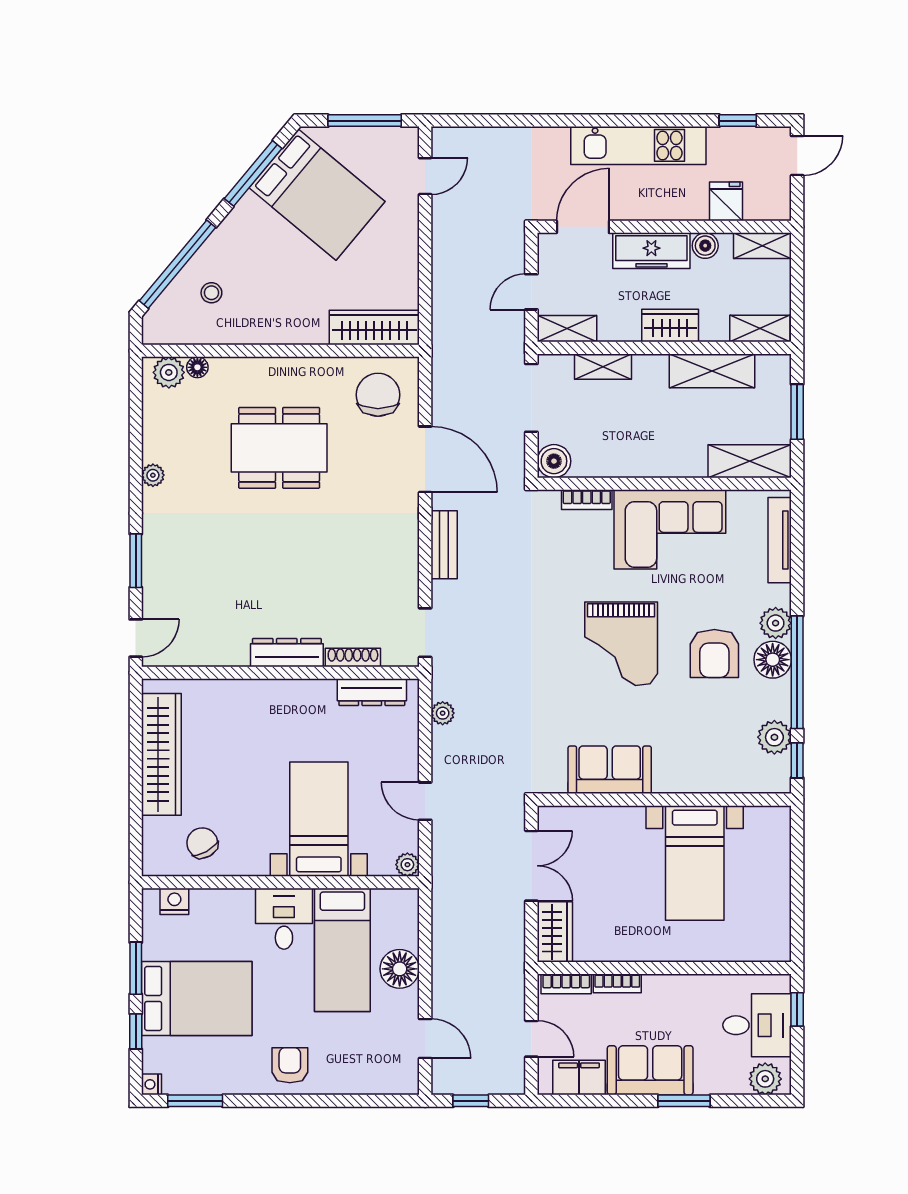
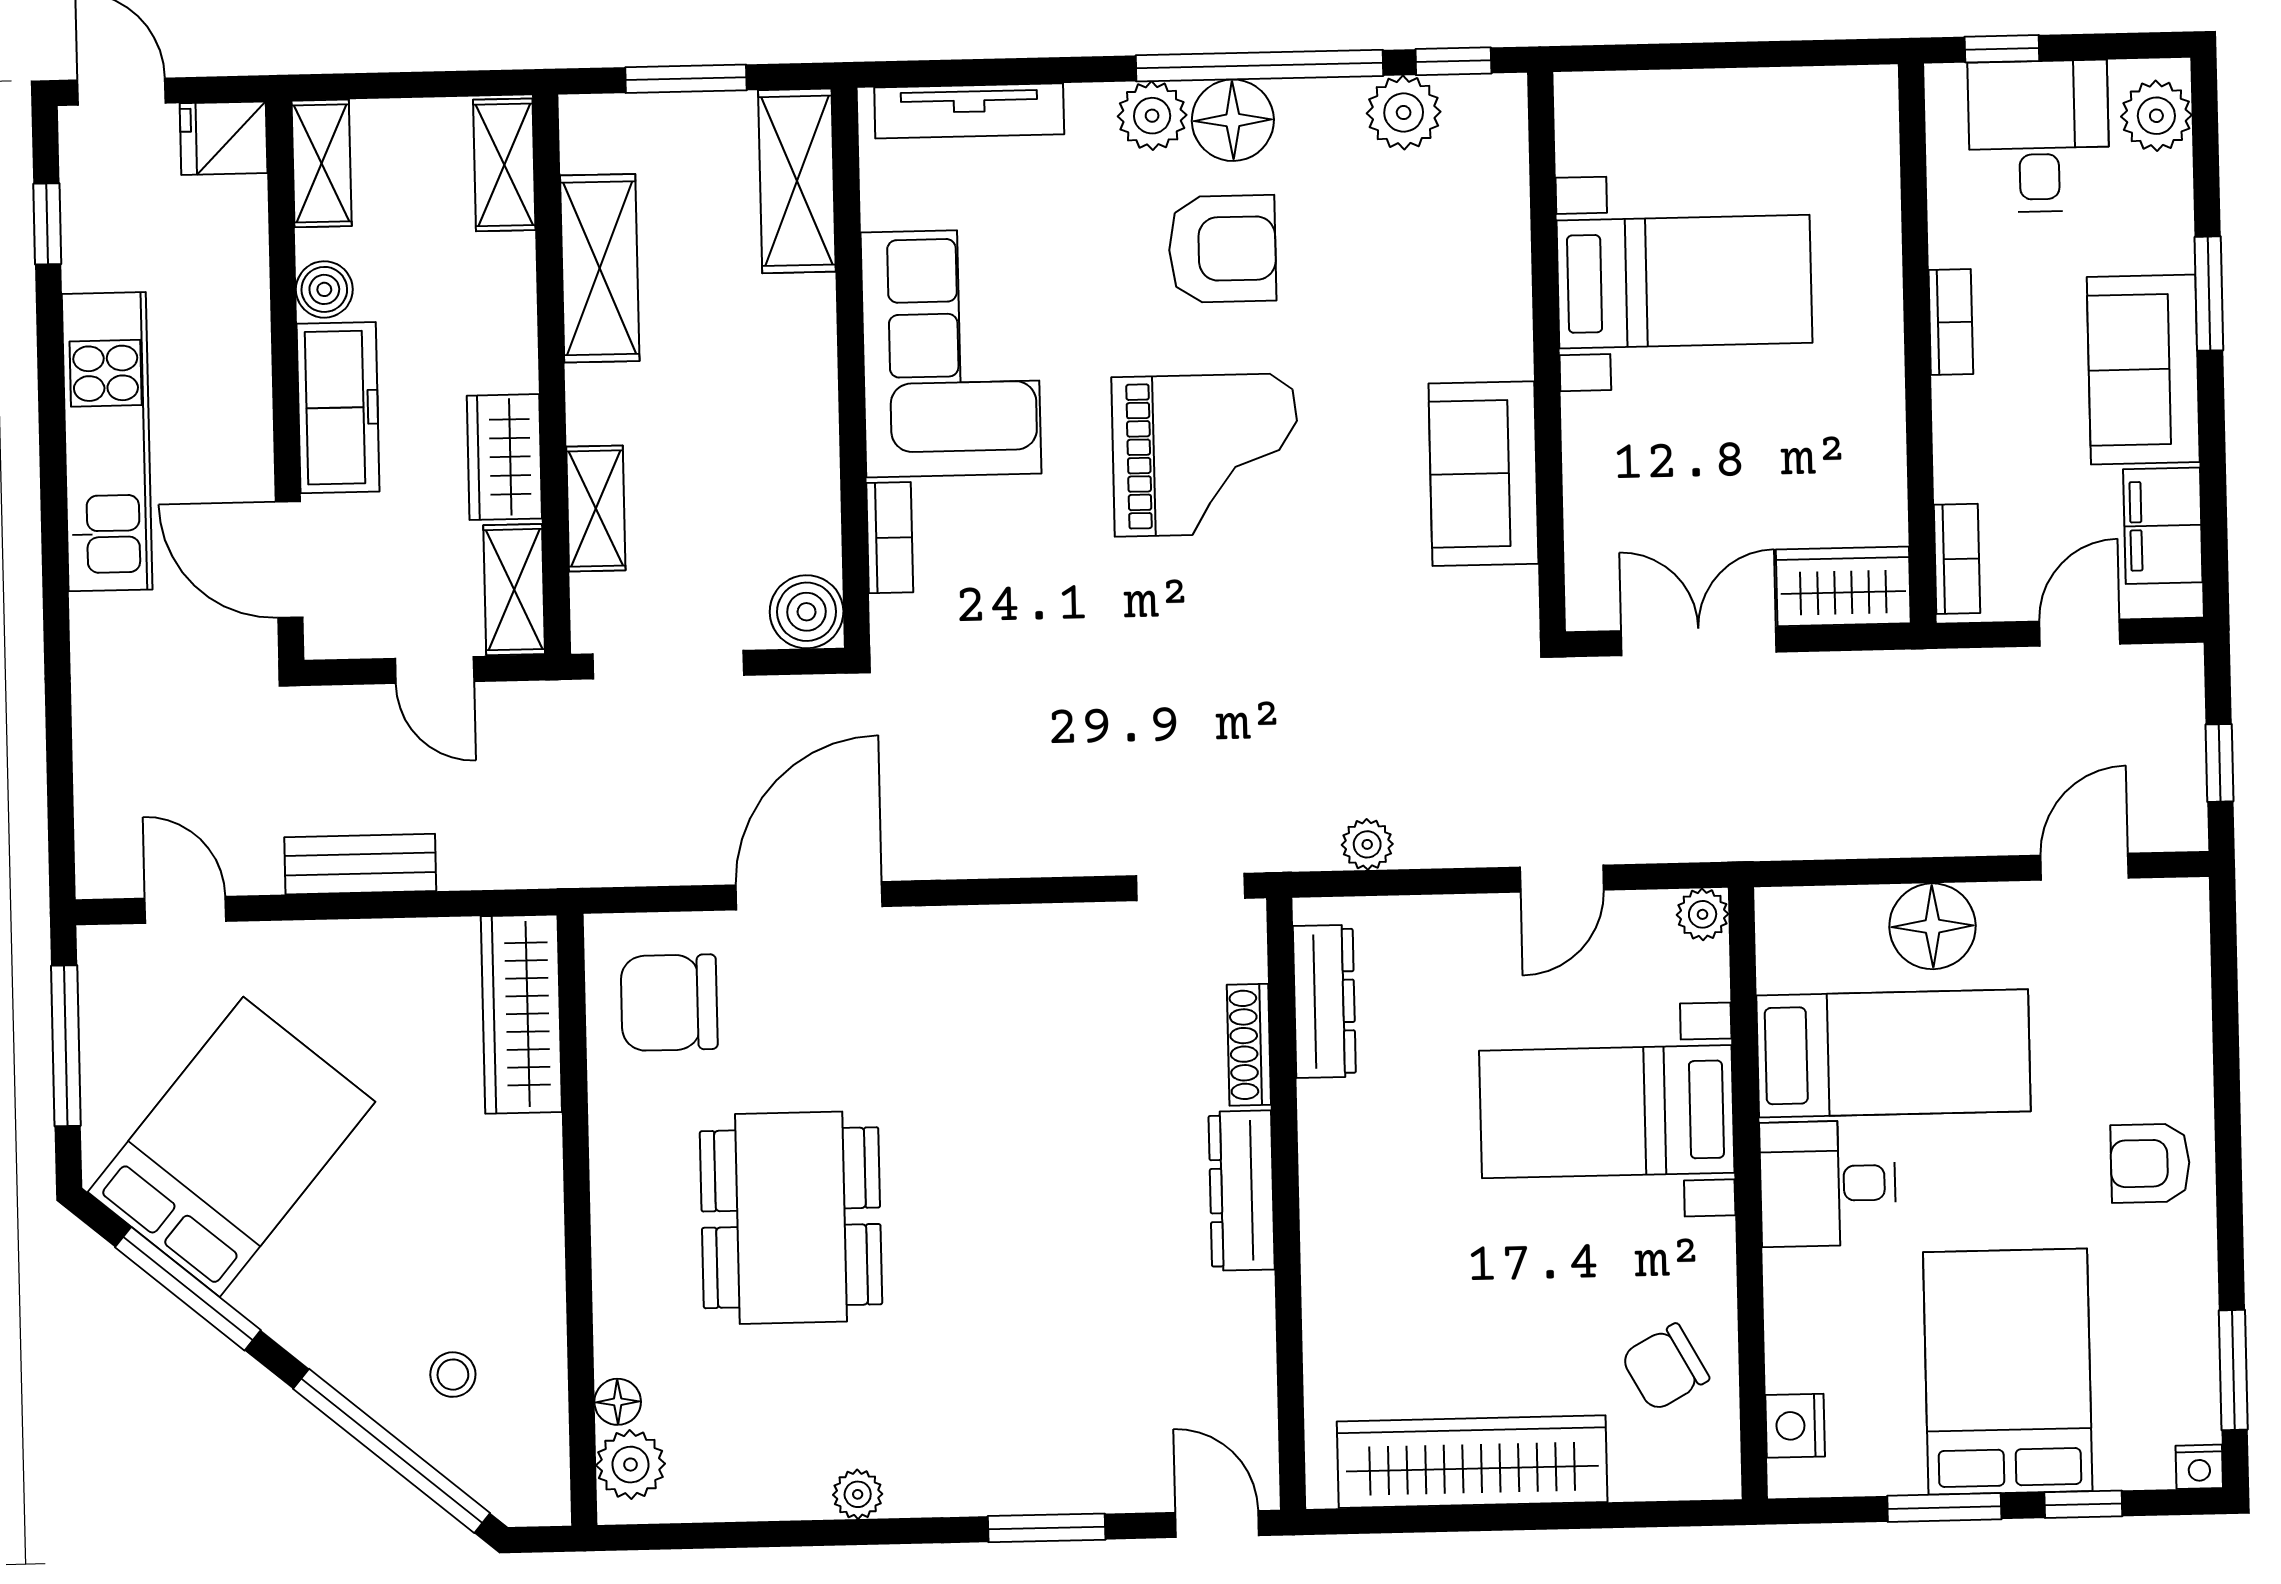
fridge: (726, 201) -> (224, 138), moved
wardrobe: (670, 326) -> (504, 457), moved
bench: (444, 545) -> (360, 864), moved
bookcase: (617, 983) -> (1951, 322), moved

